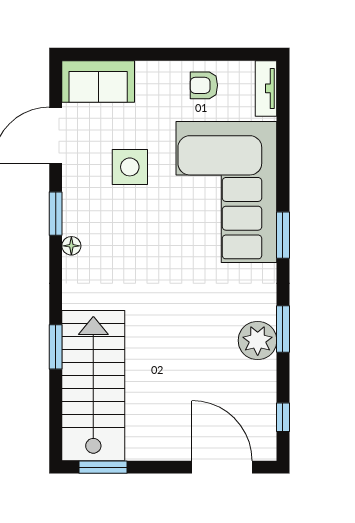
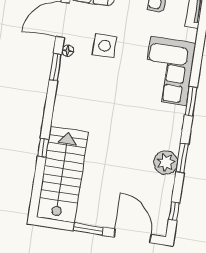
corner sofa: (226, 192) -> (169, 71), width x0.73, depth x0.74
floor lamp: (71, 246) -> (68, 51), moved
window: (56, 347) -> (43, 148), width x0.67
window: (103, 467) -> (88, 229), moved

